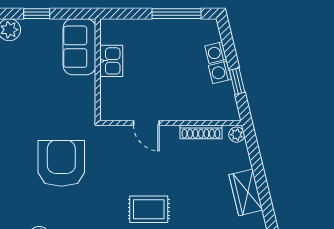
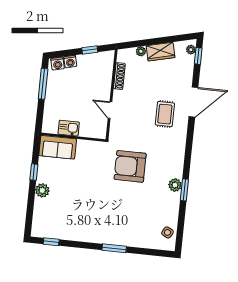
washing machine: (220, 72) -> (58, 64), moved
door: (146, 123) -> (110, 110), swing flipped
plant: (237, 135) -> (141, 51), moved

